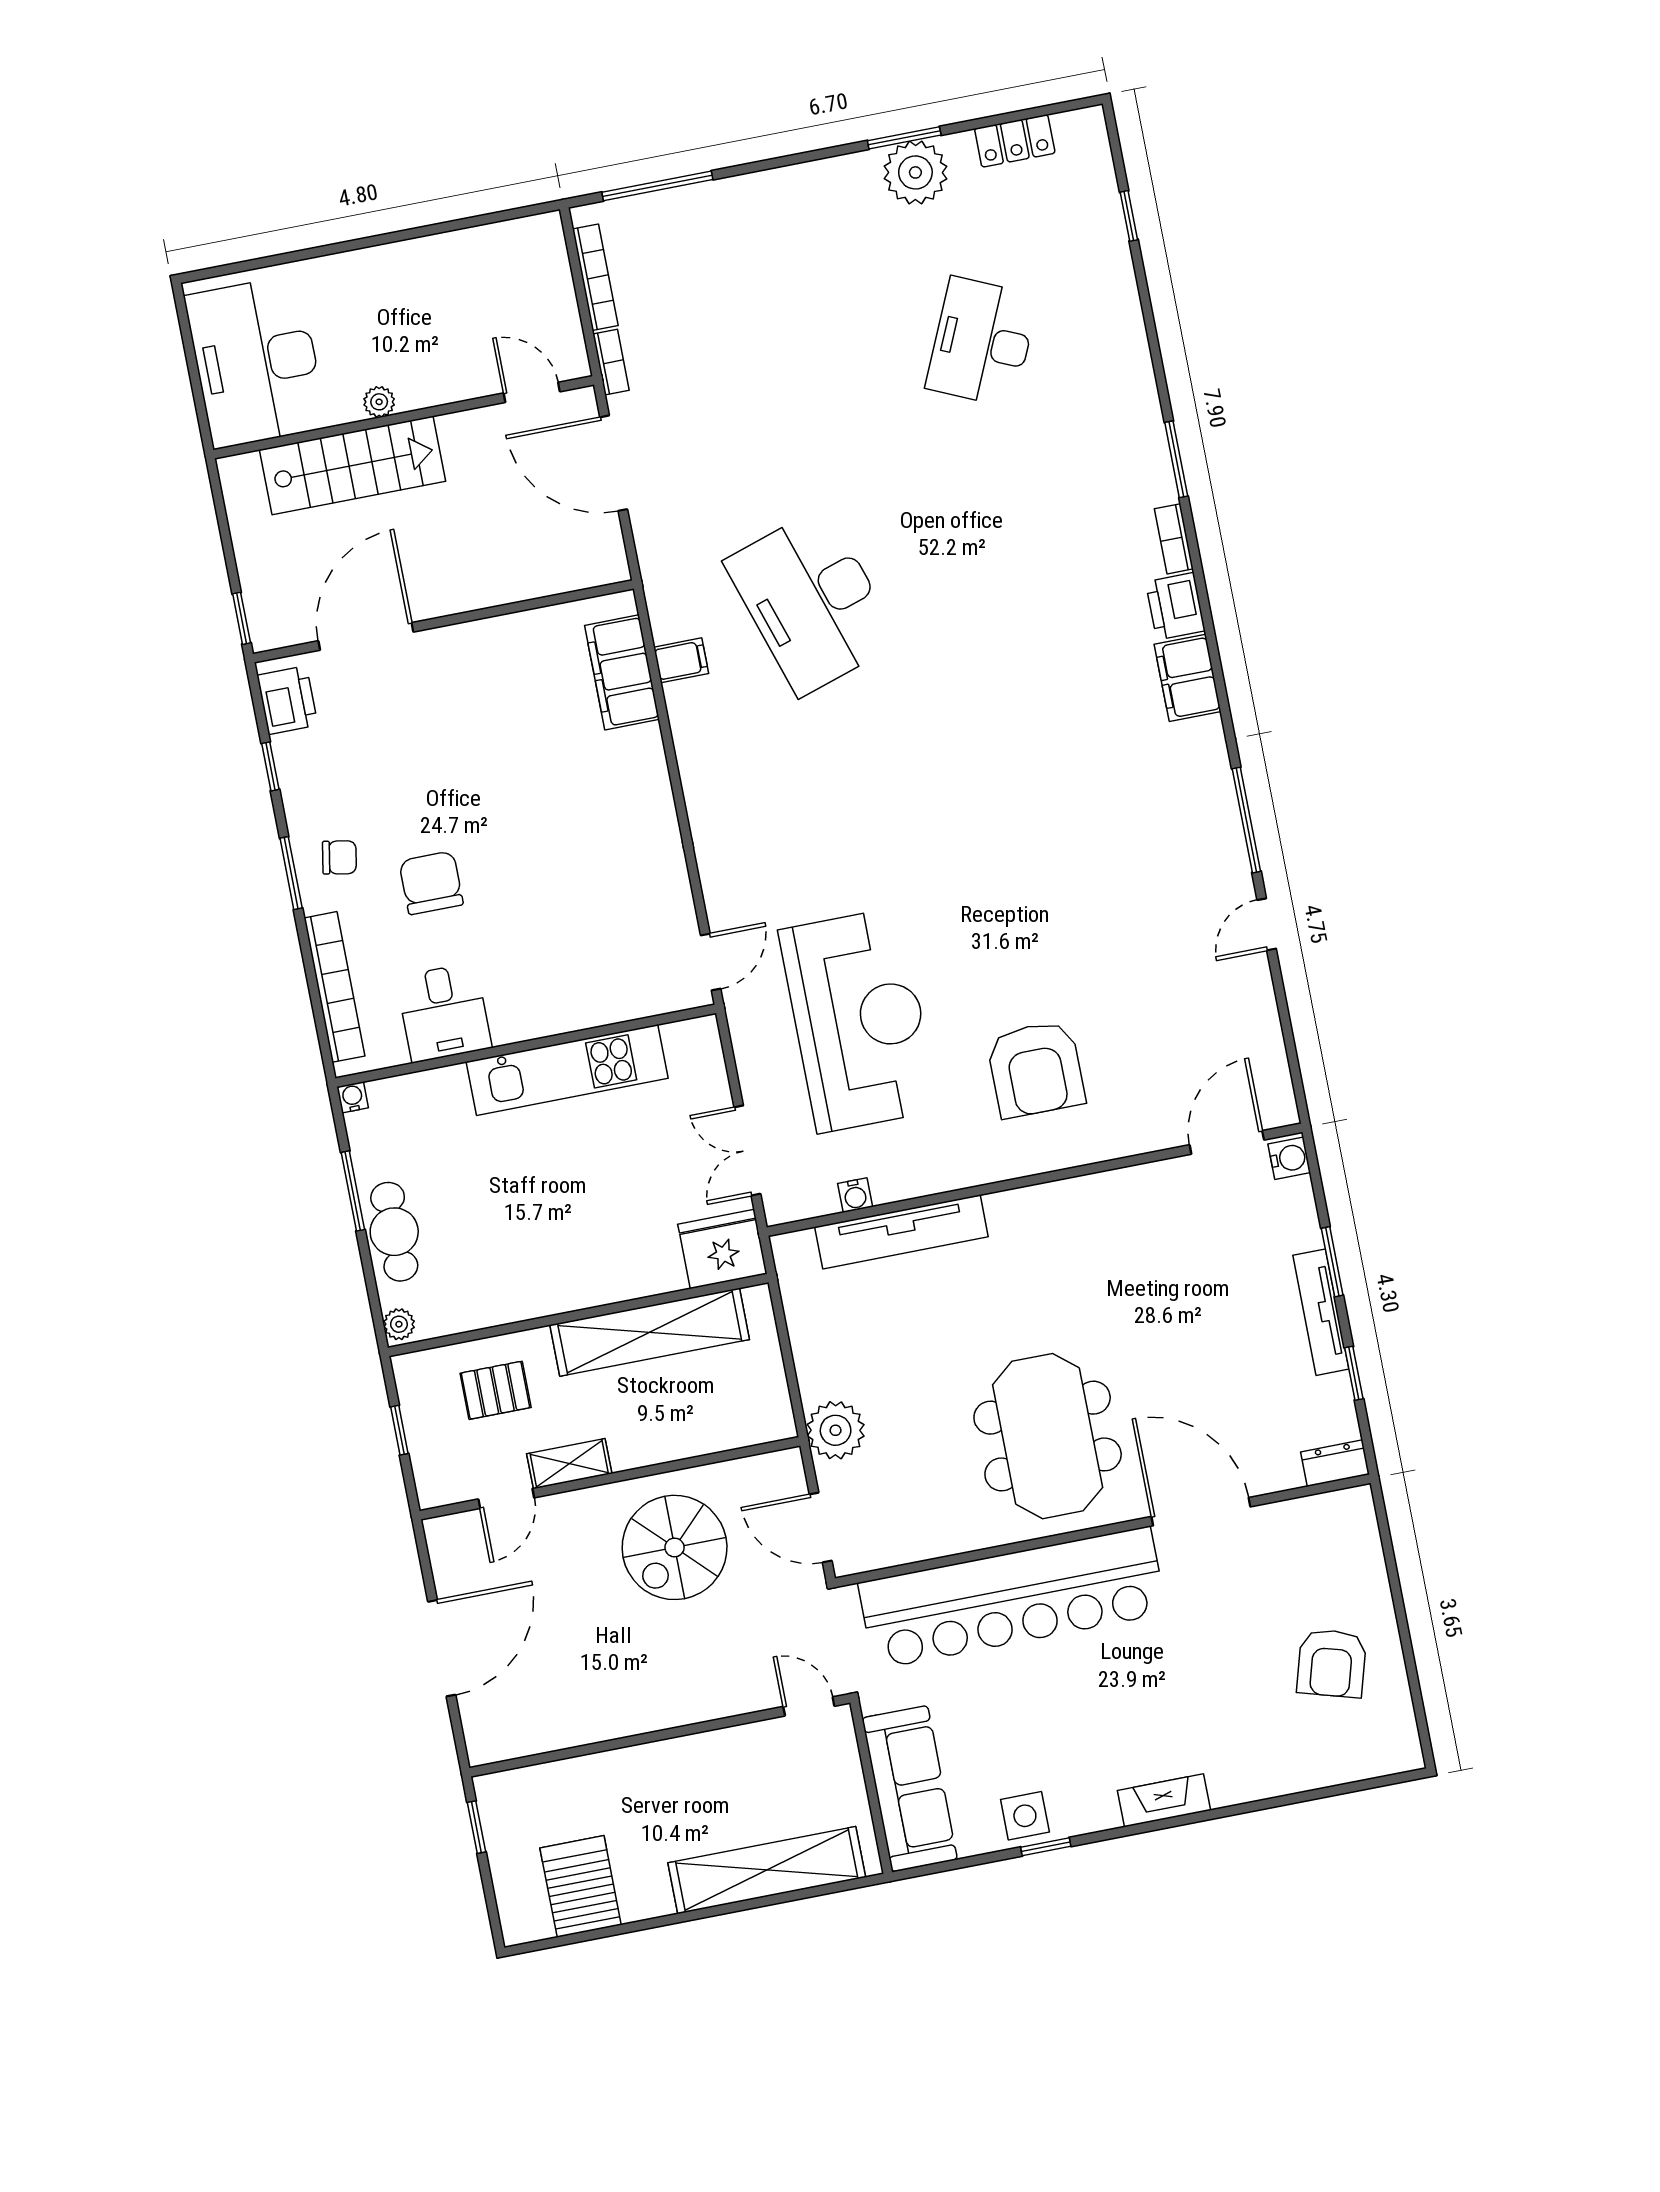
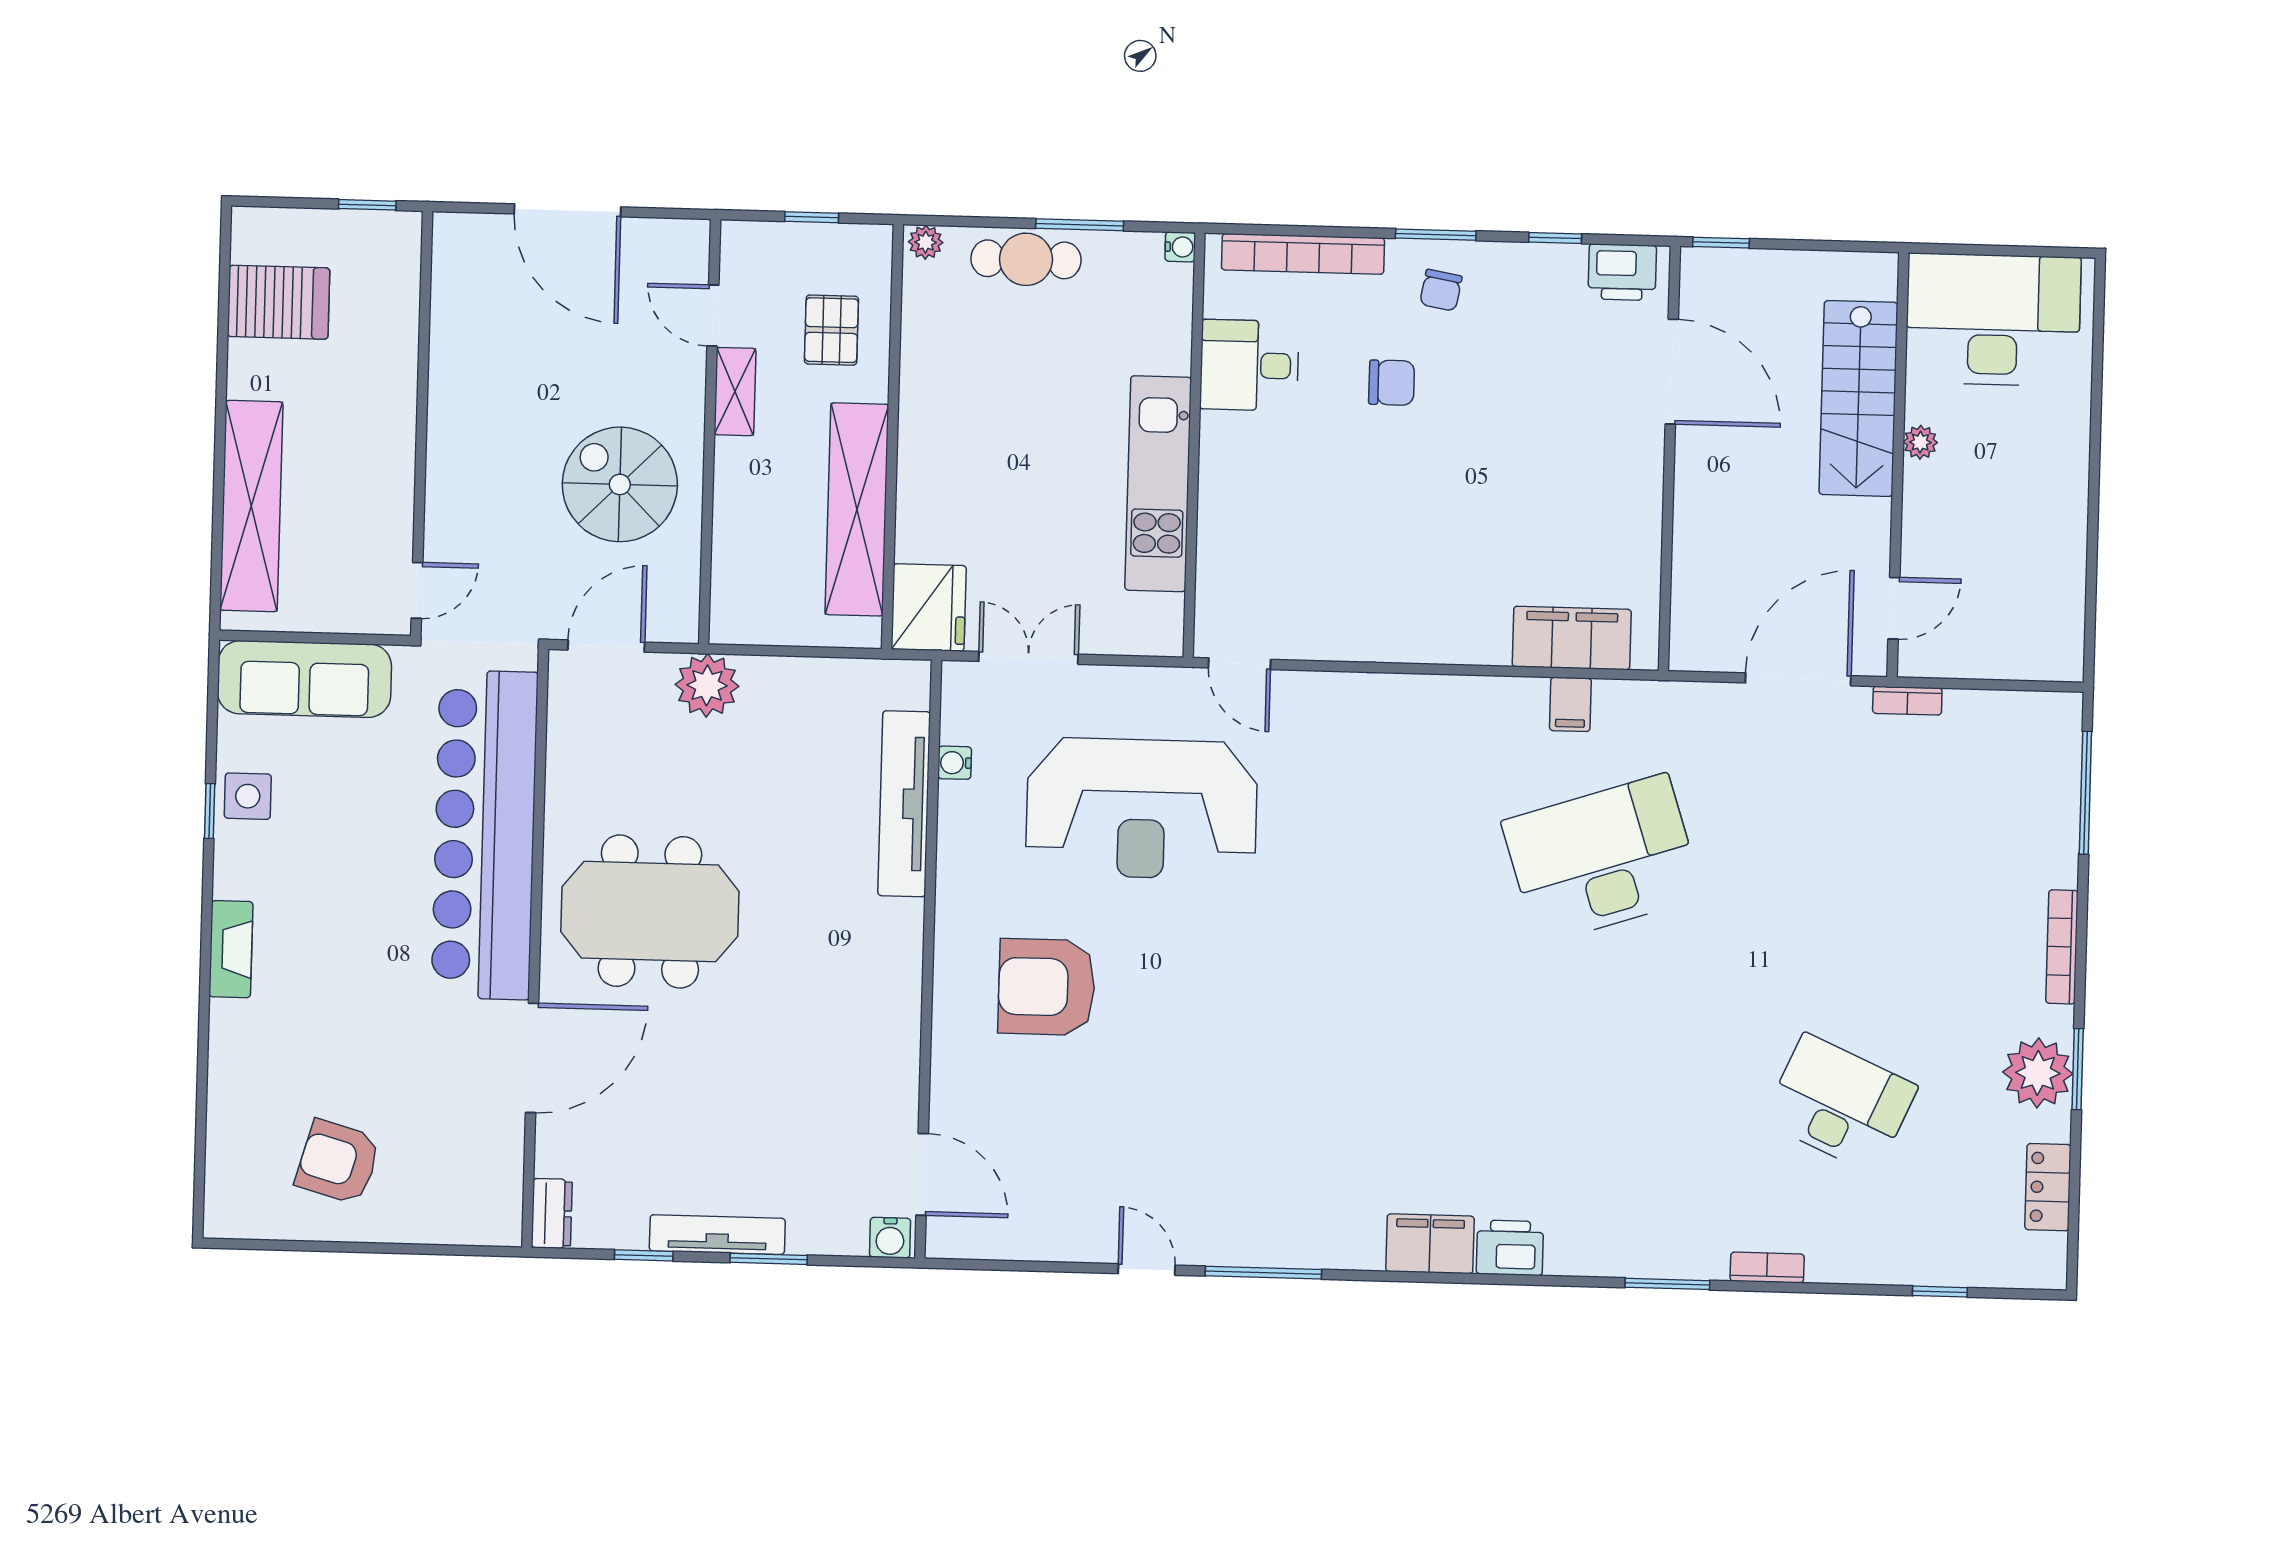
bookcase: (595, 277) -> (2062, 947), moved, turned 90
bookcase: (1174, 539) -> (1767, 1268), moved
chair: (431, 883) -> (1392, 383), width x0.73, depth x0.73

